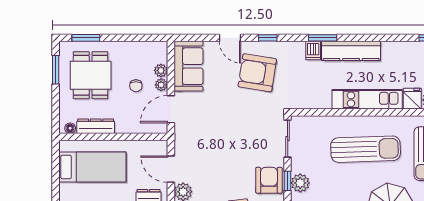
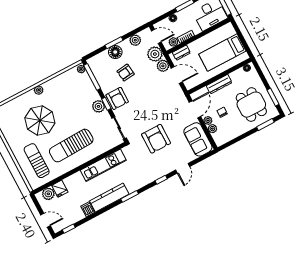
door: (230, 38) -> (183, 168), swing flipped
dishwasher: (313, 50) -> (88, 209), moved
armchair: (257, 73) -> (156, 139), moved, turned 81
kitchen unit: (367, 99) -> (103, 165), moved
dresser: (96, 126) -> (219, 84), moved

